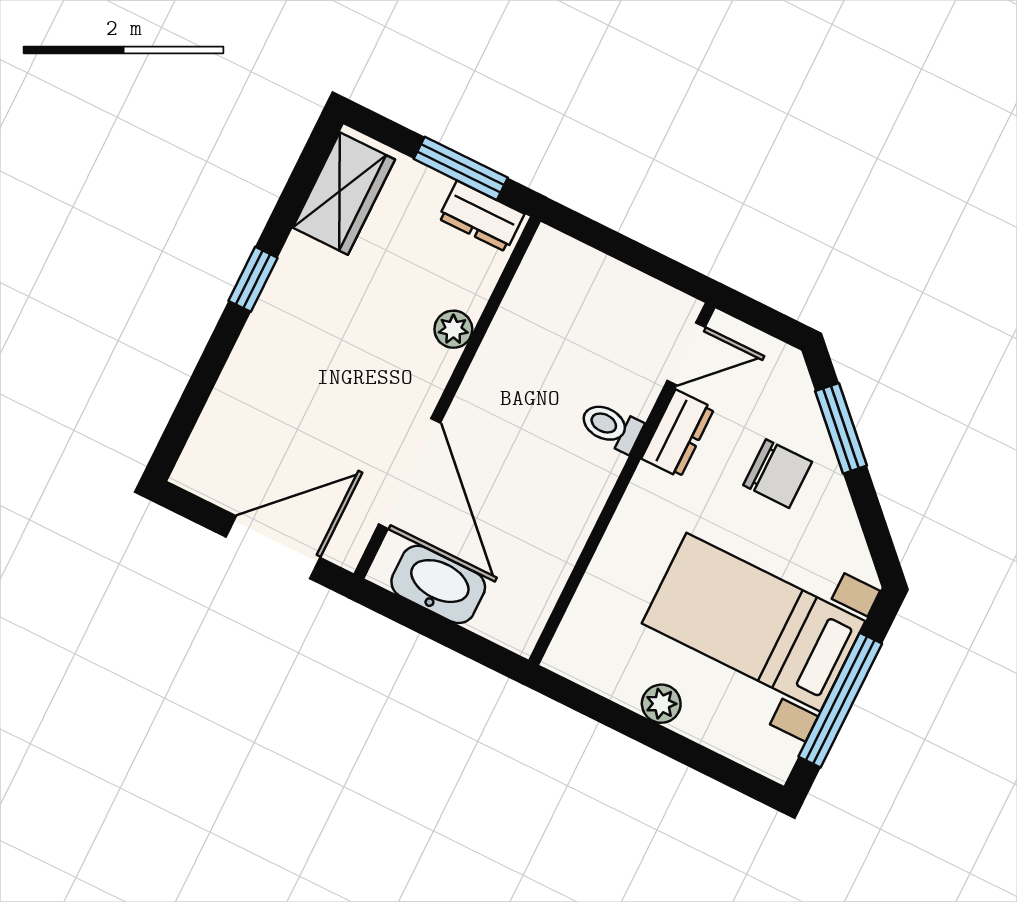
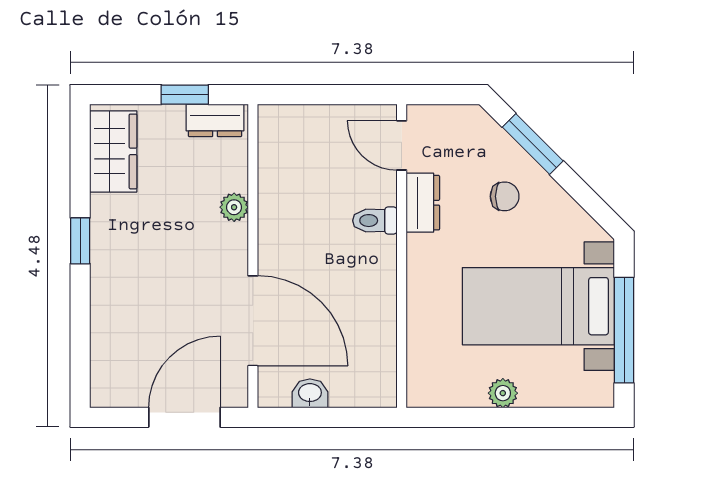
window: (461, 168) -> (185, 95), width x0.67
door: (686, 354) -> (402, 145), swing flipped
chair: (778, 474) -> (505, 196), width x0.73, depth x0.73
washbasin: (438, 584) -> (310, 393), width x0.52, depth x0.69

